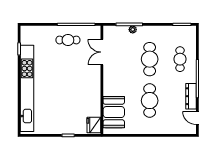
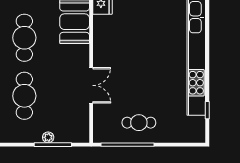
double door: (102, 52) -> (91, 85), moved

